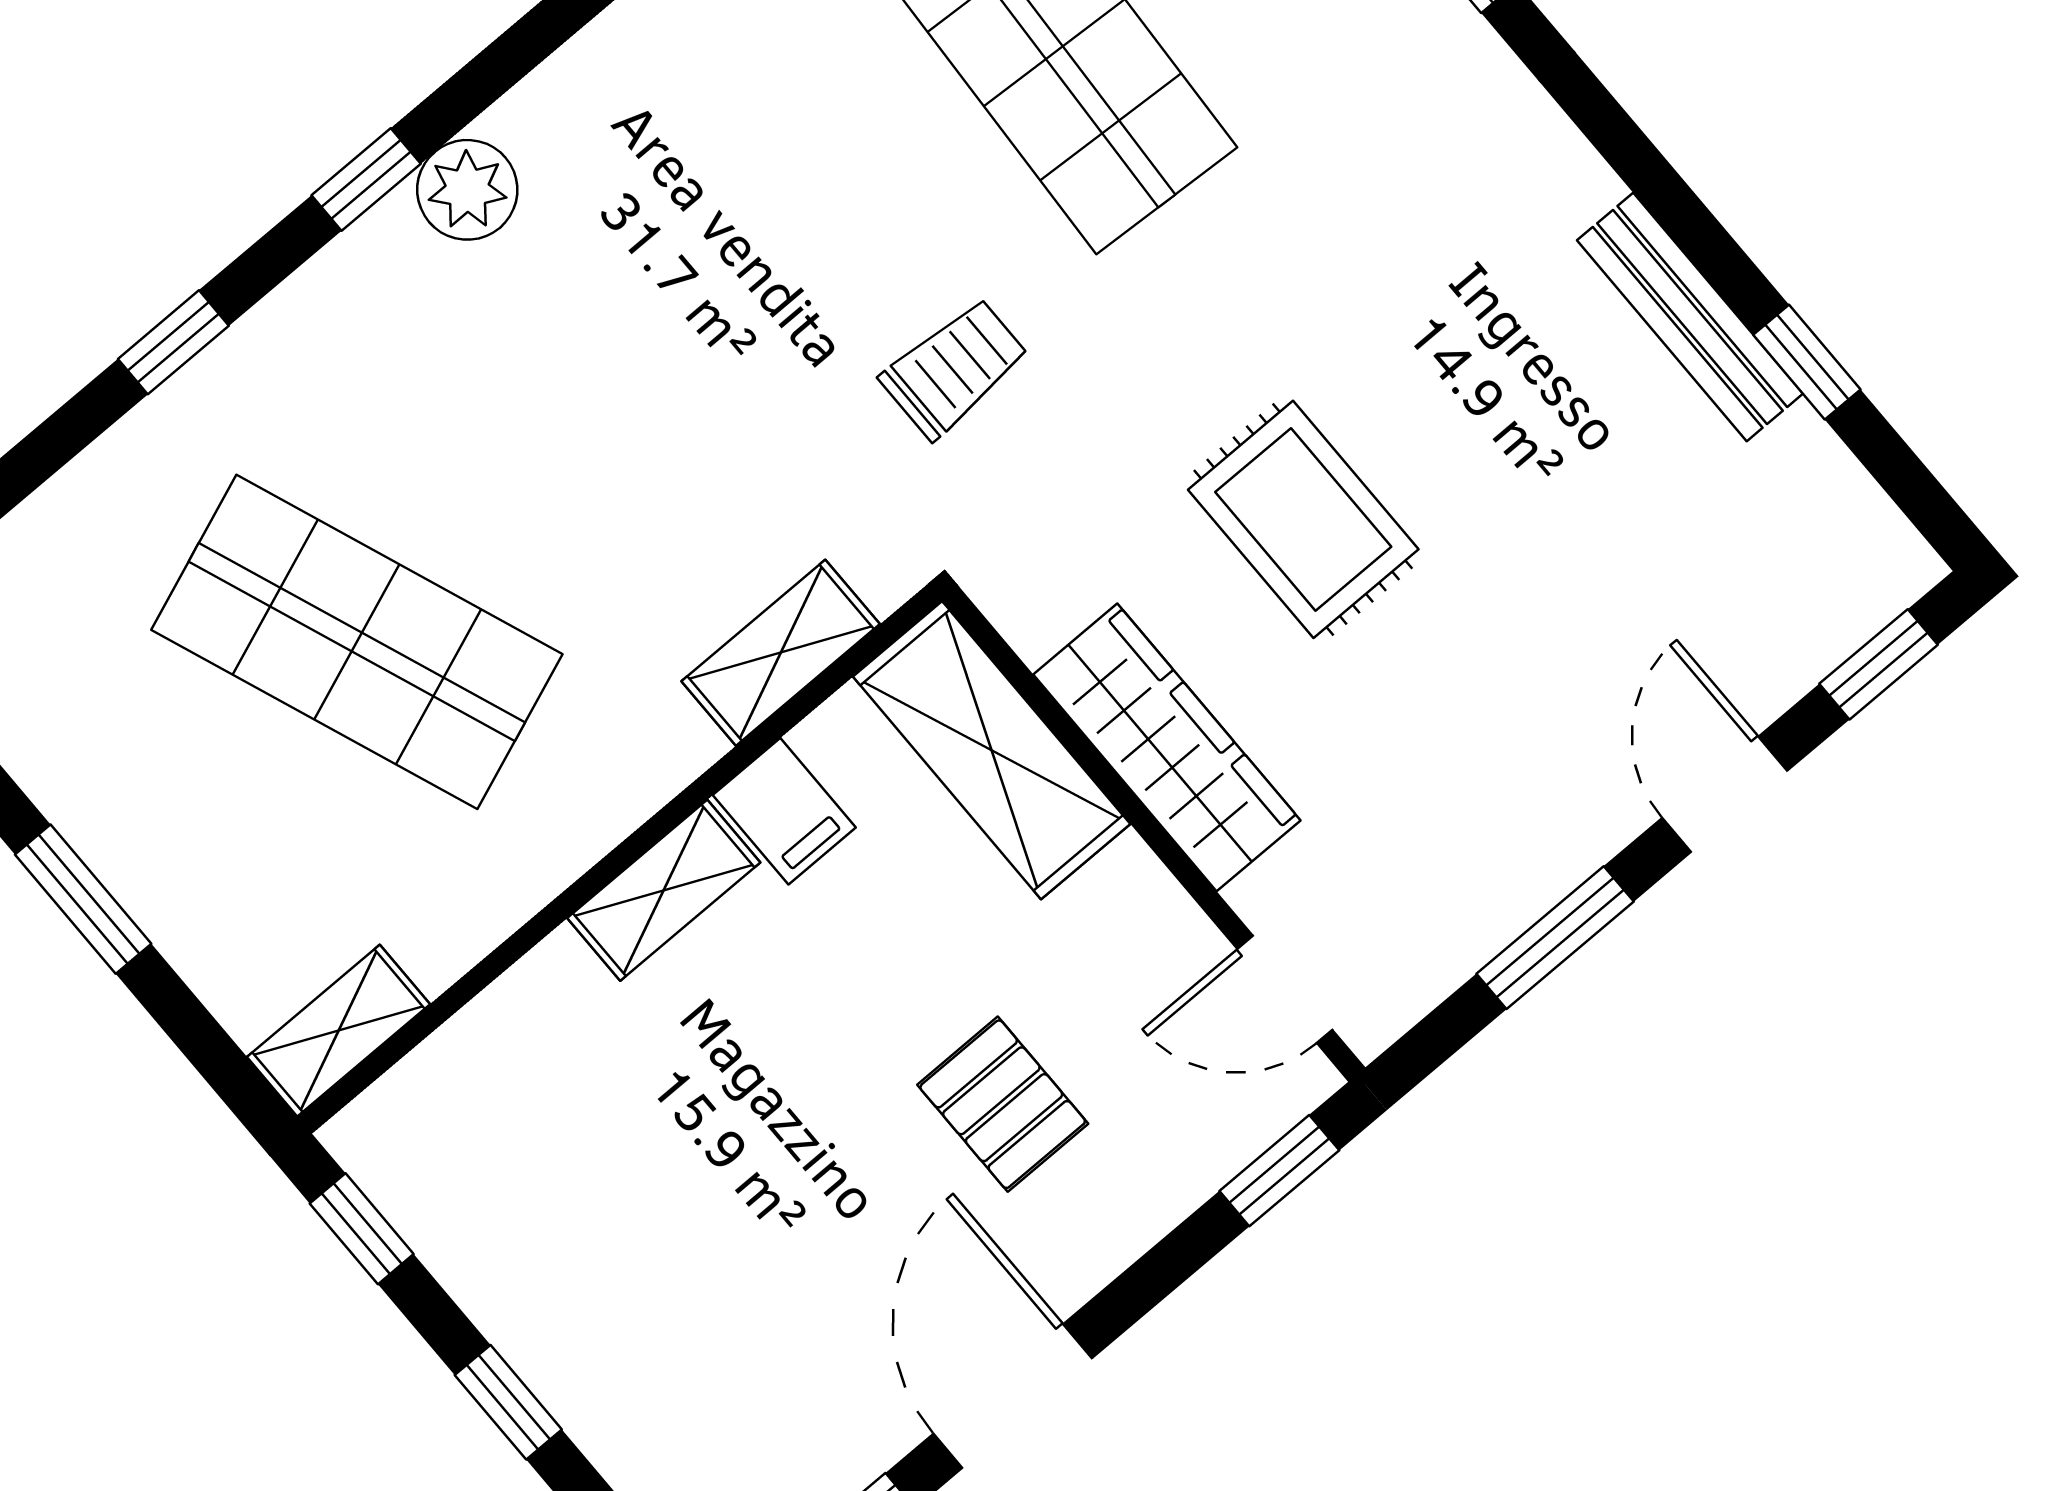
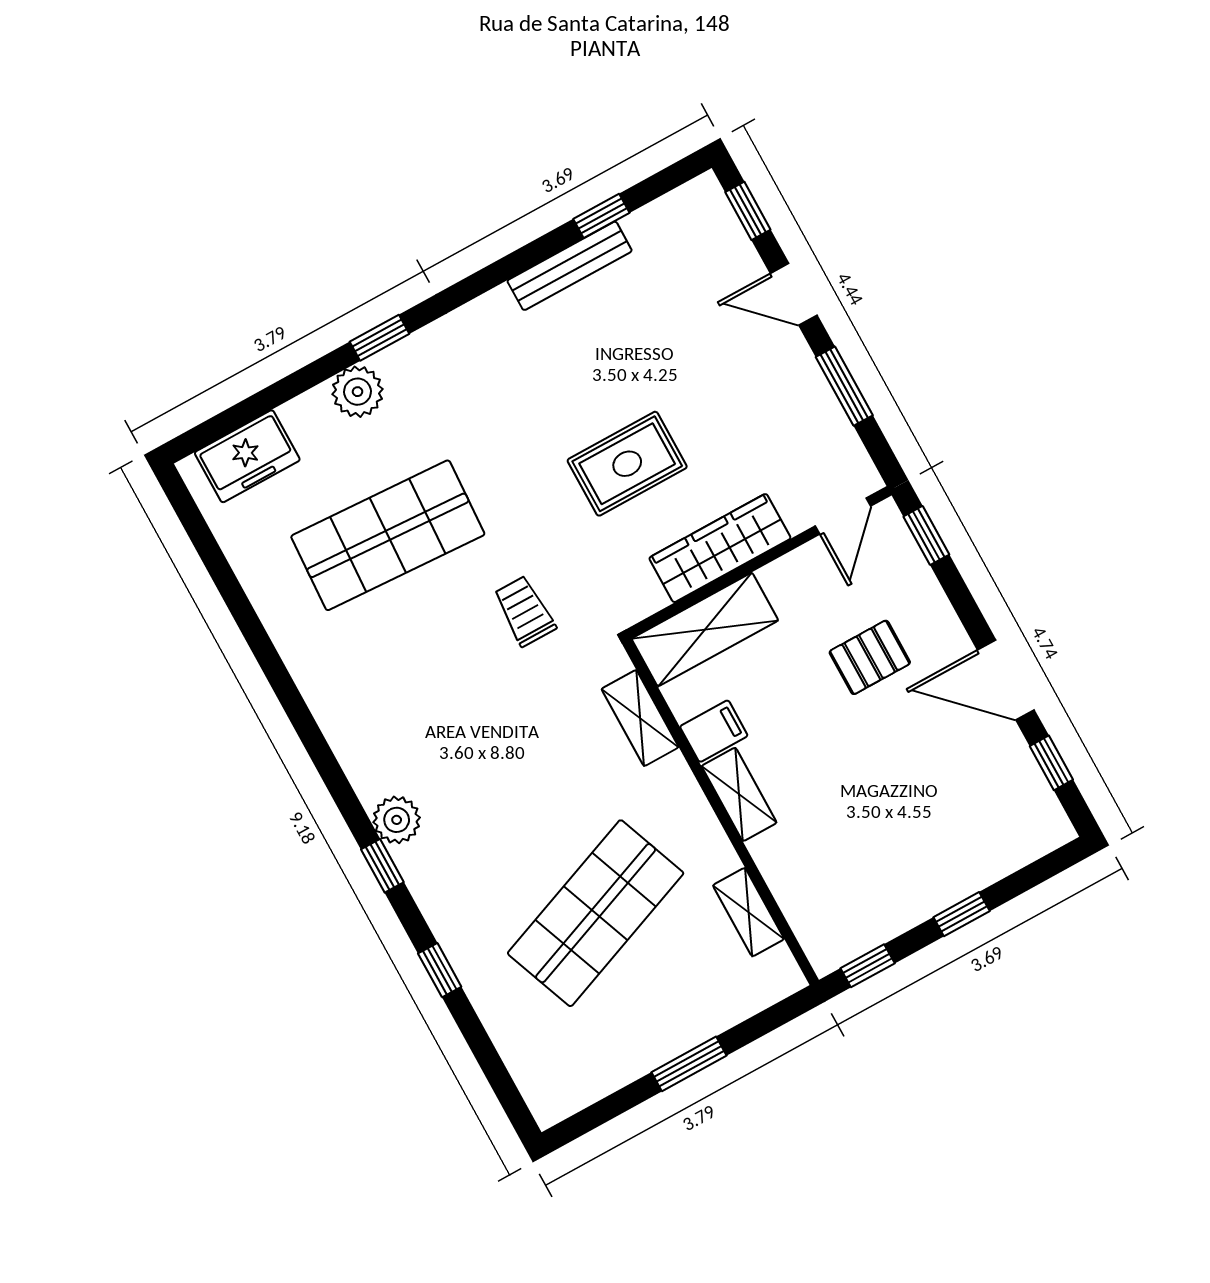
shelving: (339, 1031) -> (749, 912), moved

